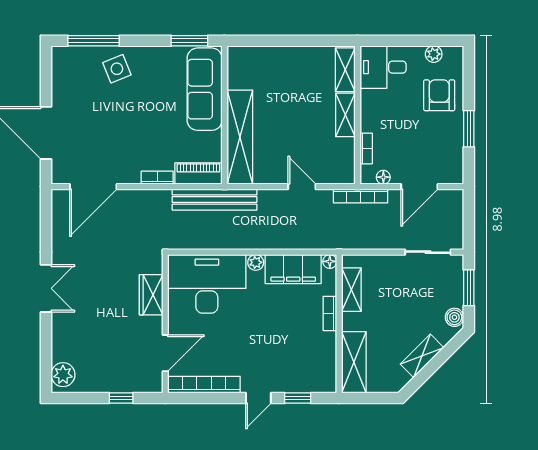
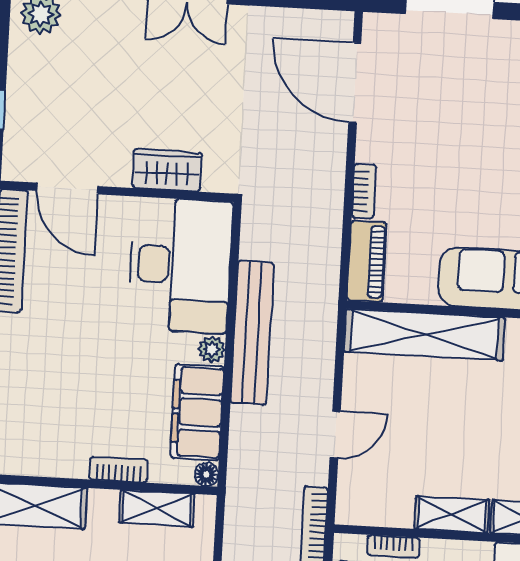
bench: (214, 200) -> (252, 333), moved

